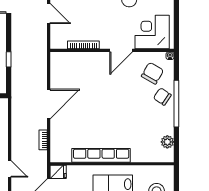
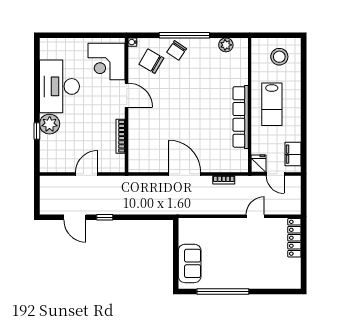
window: (9, 59) -> (105, 217), moved

